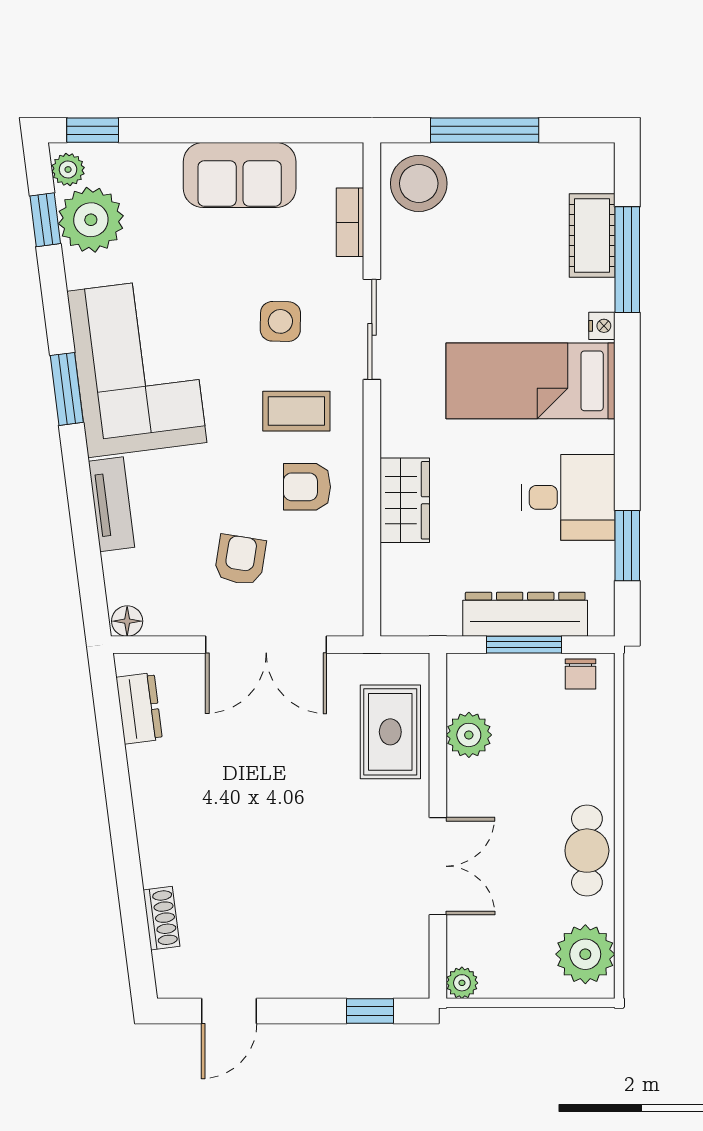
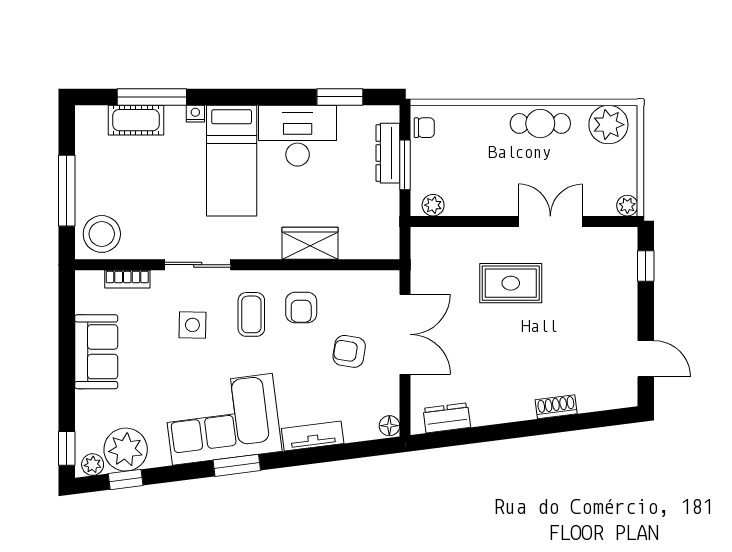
desk: (568, 497) -> (298, 136), width x1.37
dresser: (525, 614) -> (388, 153), width x0.73, depth x0.80
rug: (390, 732) -> (511, 283), moved
plant: (469, 735) -> (433, 205), moved, width x0.73, depth x0.73
shoe rack: (161, 918) -> (556, 407), moved

